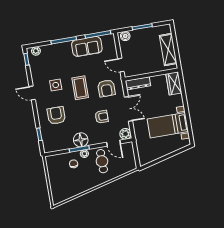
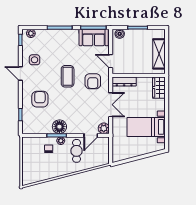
sofa: (87, 46) -> (94, 37), moved
side table: (56, 85) -> (35, 60), moved
armchair: (102, 117) -> (83, 108), removed
door: (114, 143) -> (91, 135), hinge flipped

